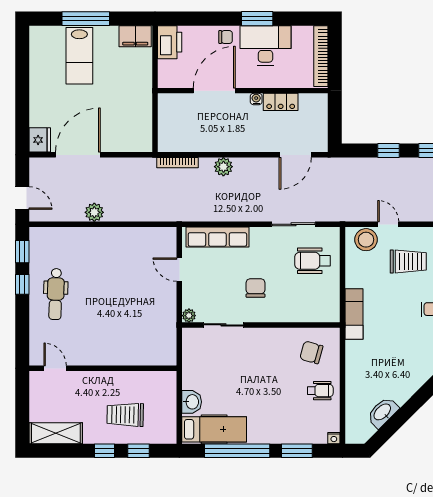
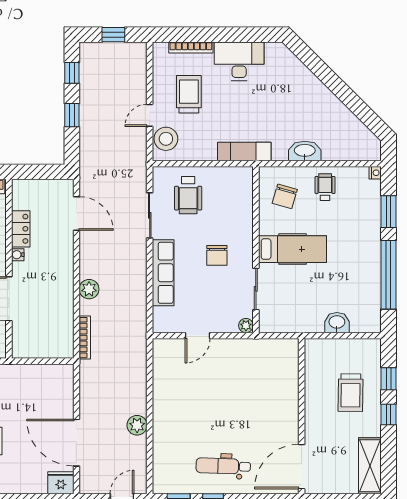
row of seats: (217, 237) -> (163, 273), moved
chair: (256, 288) -> (217, 255), turned -90
dental chair: (56, 294) -> (223, 466), turned 180
door: (55, 368) -> (302, 467), width x1.87
washbasin: (383, 412) -> (305, 151), moved, turned 135
hospital bed: (214, 429) -> (292, 249), moved, turned 90

